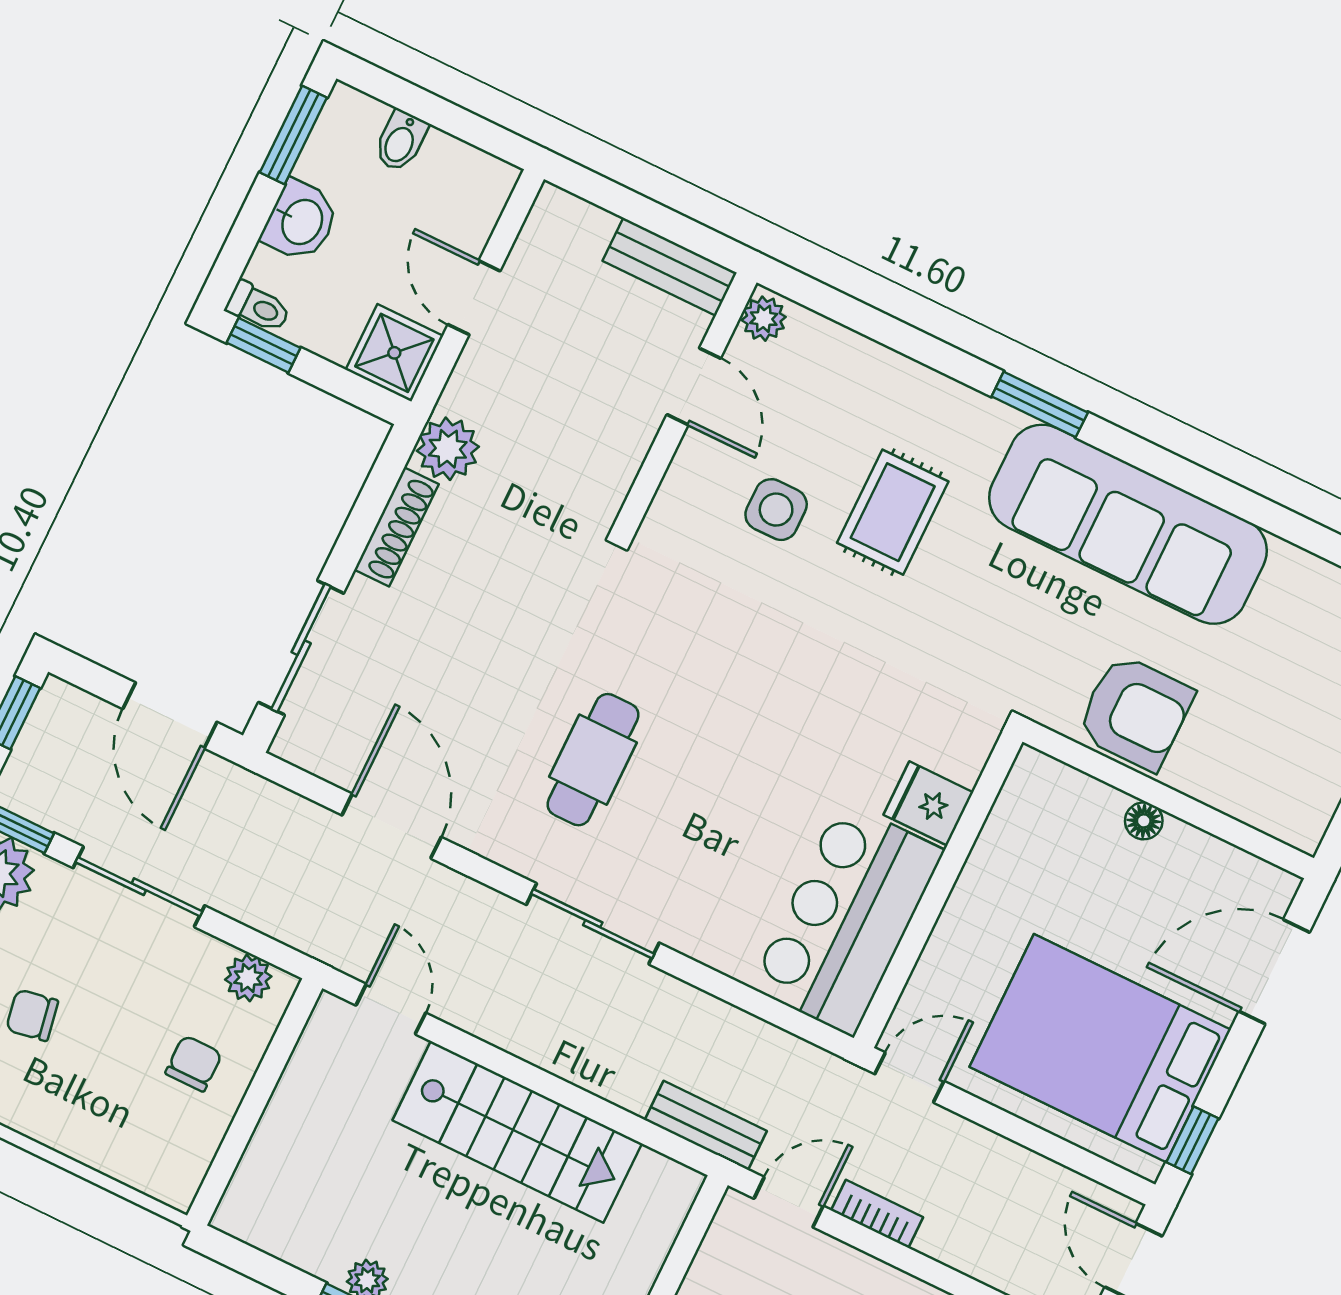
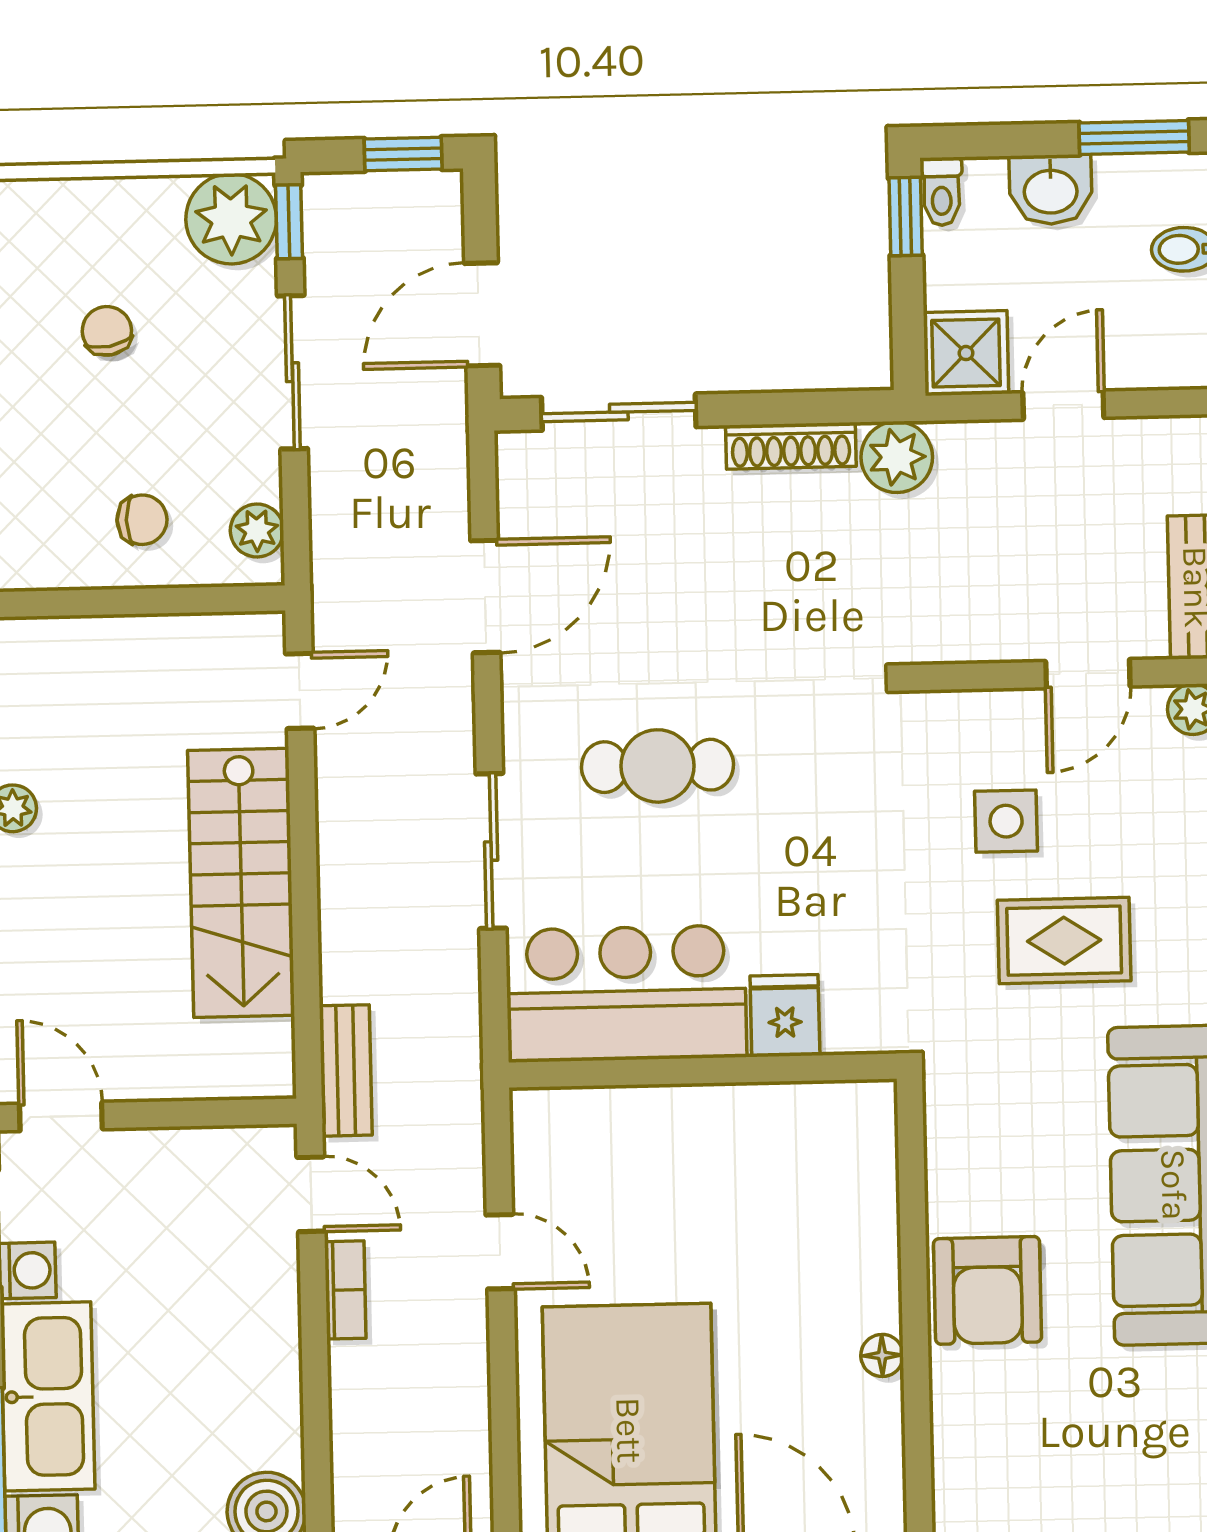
fridge: (928, 804) -> (785, 1016), moved
wall: (938, 890) -> (703, 1071), moved
bar counter: (847, 919) -> (626, 994), moved

